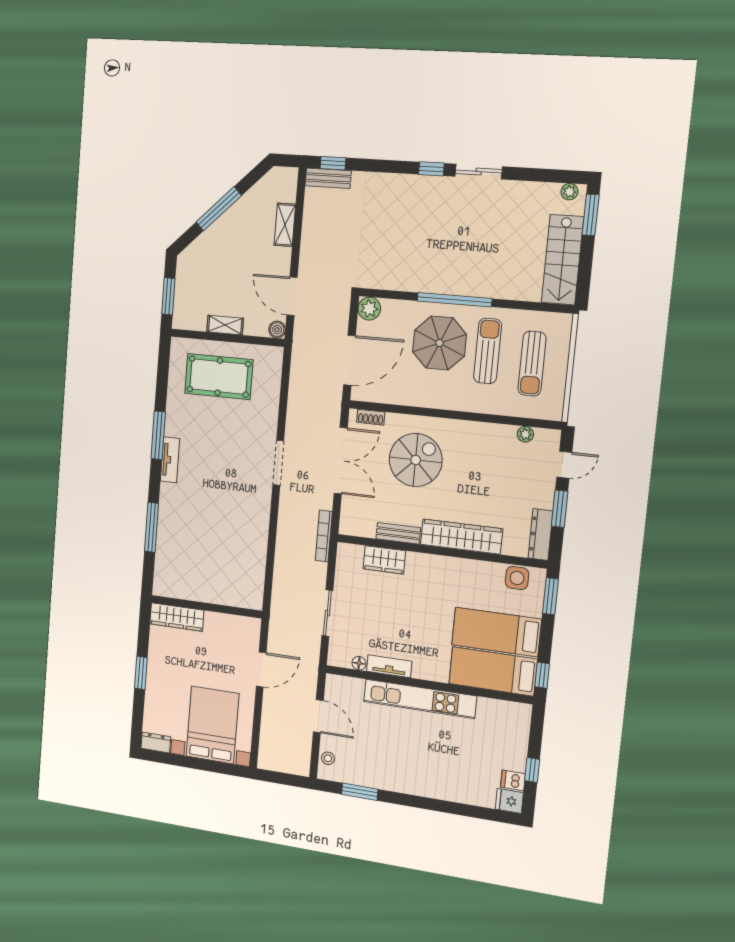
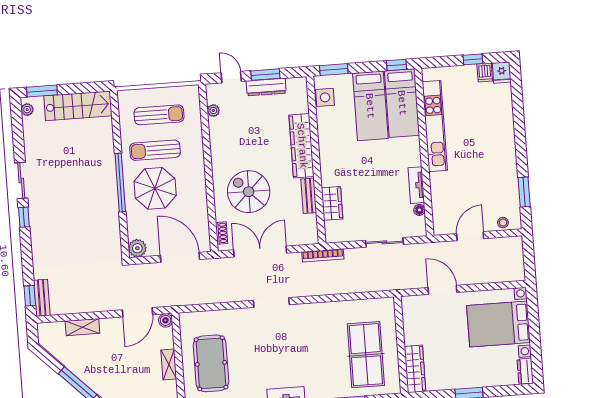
dresser: (541, 535) -> (266, 87), moved
table tennis table: (201, 563) -> (366, 355), added
kitchen unit: (420, 699) -> (435, 126), moved

